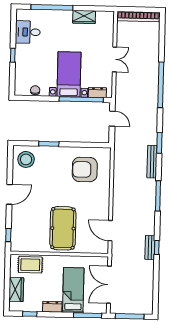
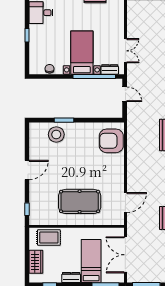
double door: (115, 59) -> (125, 51), moved
stool: (26, 159) -> (56, 134), moved
armchair: (85, 170) -> (111, 141), moved
pool table: (63, 228) -> (80, 201), turned 90
door: (110, 231) -> (125, 203), swing flipped

